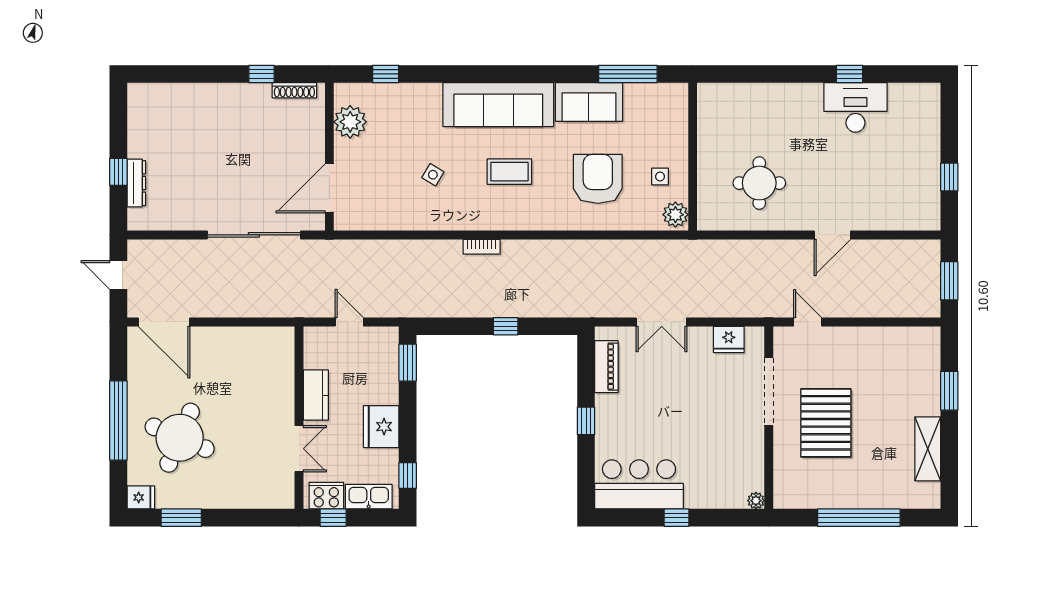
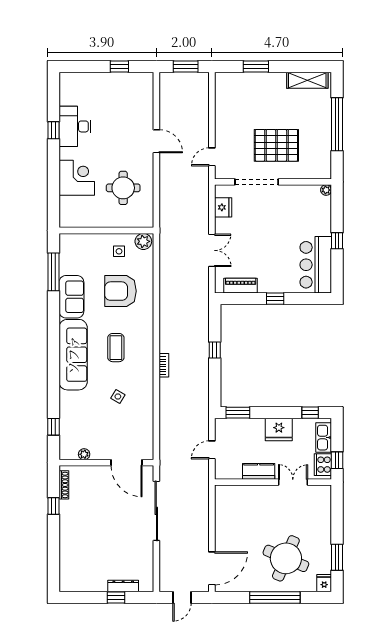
corner desk: (775, 110) -> (77, 178), added
plant: (350, 122) -> (84, 454), width x0.53, depth x0.53
shelving: (928, 449) -> (307, 80), moved

